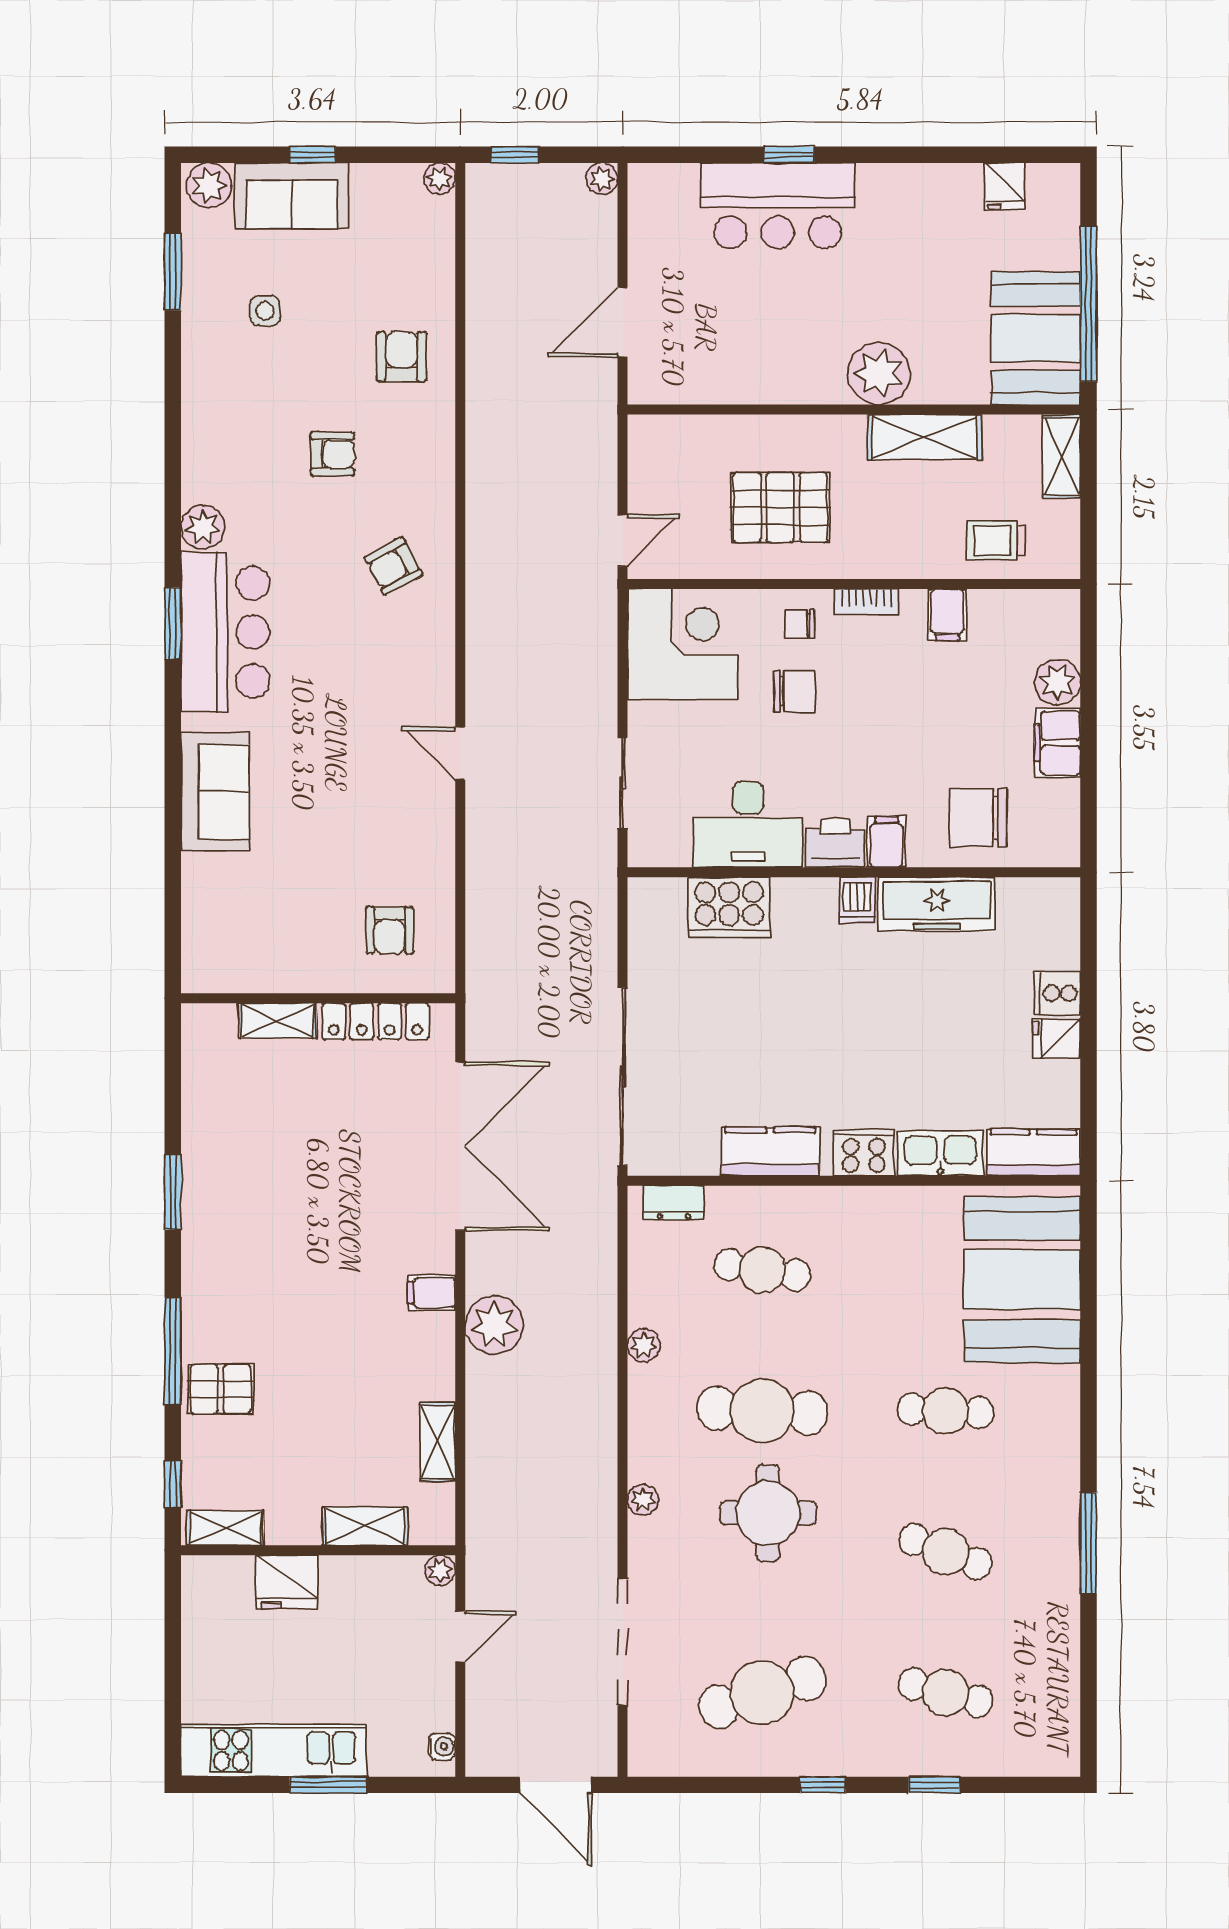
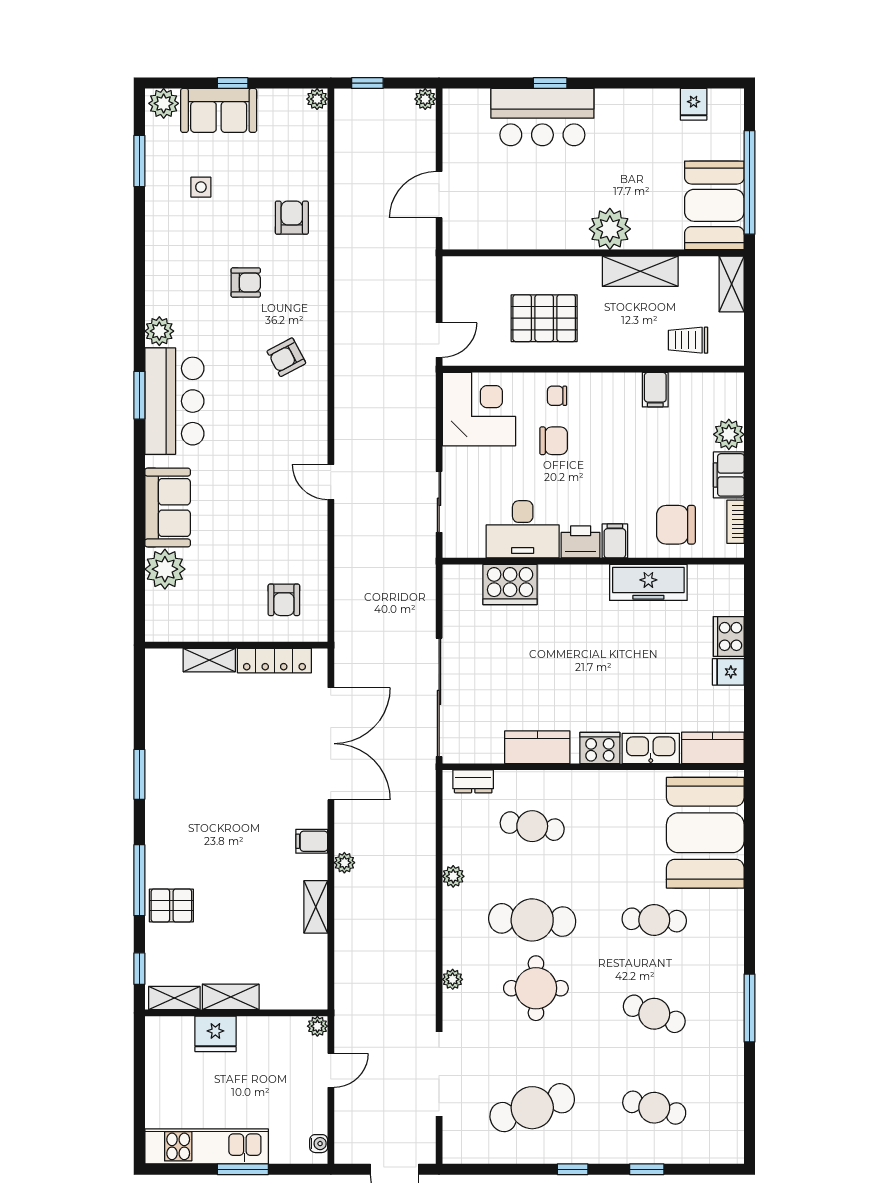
bookcase: (867, 602) -> (735, 522), moved, turned 90
plant: (211, 884) -> (165, 569), added
dishwasher: (857, 900) -> (595, 580), removed
cooker: (1057, 993) -> (729, 636), width x1.36
plant: (494, 1325) -> (344, 863), width x0.53, depth x0.53
shelving: (438, 1442) -> (316, 907), moved
shelving: (365, 1526) -> (231, 997), moved

